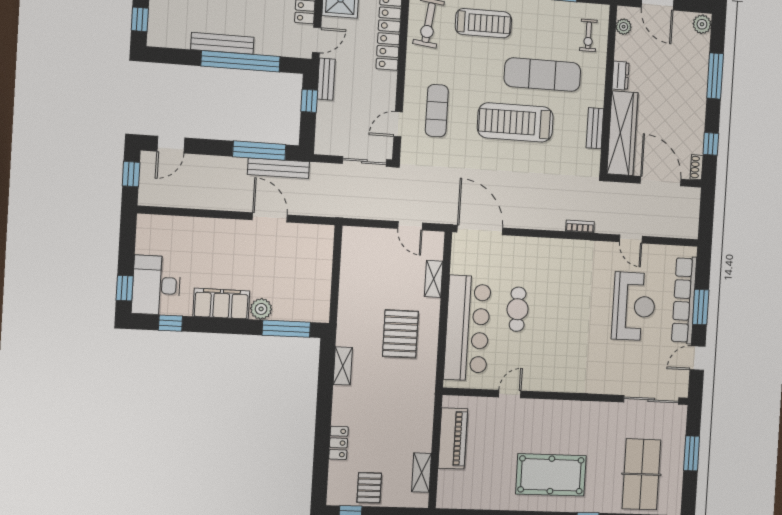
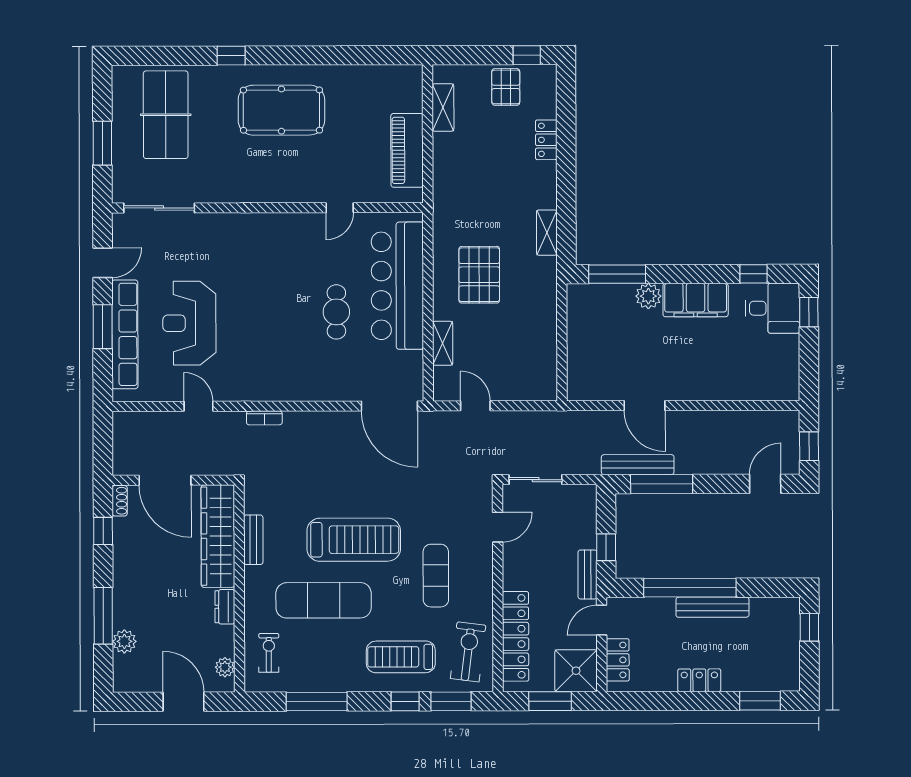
plant: (702, 24) -> (124, 641), moved
exercise mat: (437, 111) -> (436, 576), moved
desk: (156, 285) -> (772, 308), width x0.73

